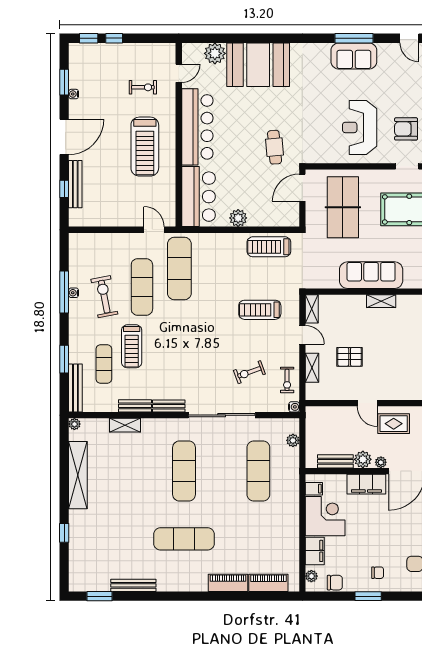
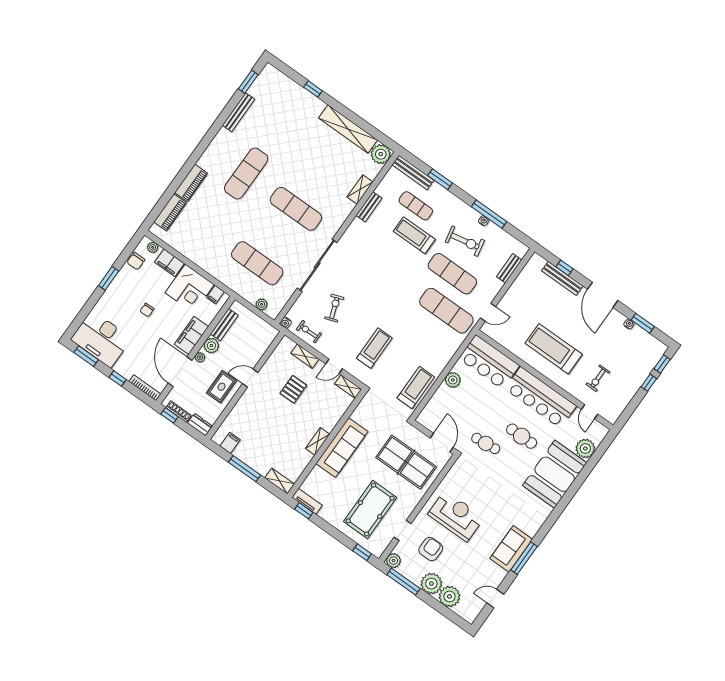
cafe table: (245, 119) -> (522, 436), added
bench: (169, 406) -> (509, 268), moved
plant: (74, 424) -> (381, 154), width x1.88, depth x1.88
chair: (378, 573) -> (147, 310), moved

